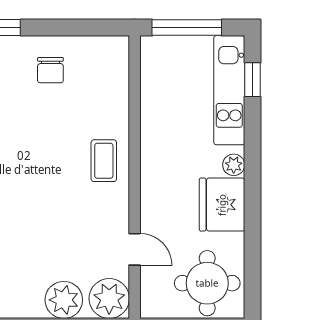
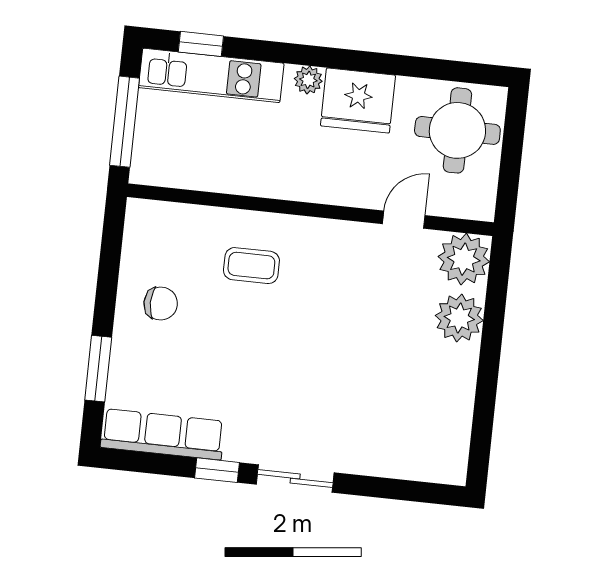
coffee table: (104, 161) -> (251, 266), moved

